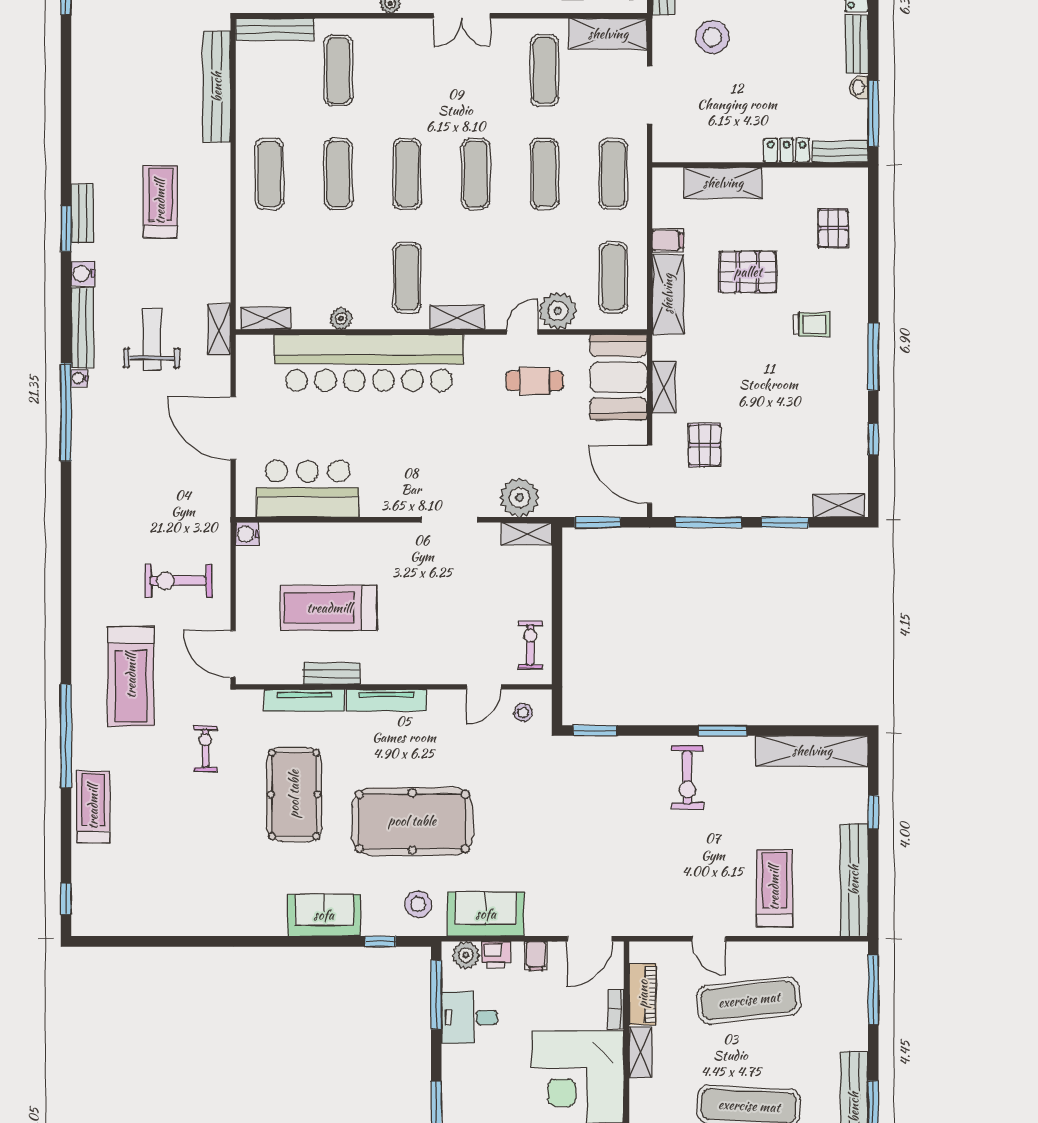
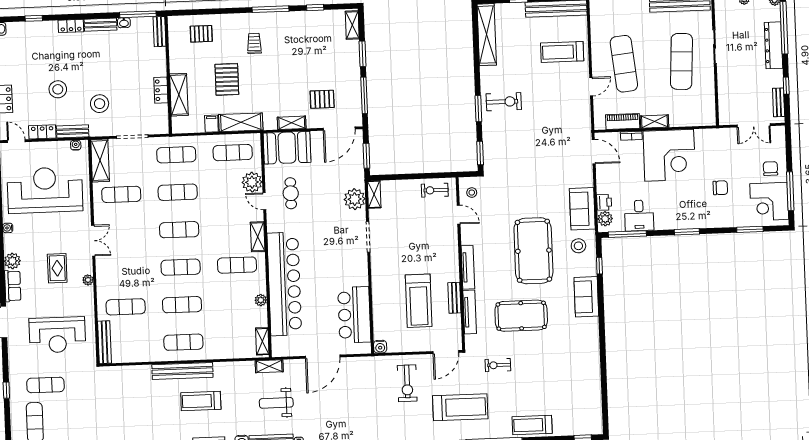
bench: (217, 87) -> (182, 371), moved
locker: (787, 150) -> (161, 90), moved
window: (723, 731) -> (478, 109), moved
filing cabinet: (536, 956) -> (604, 181), removed

